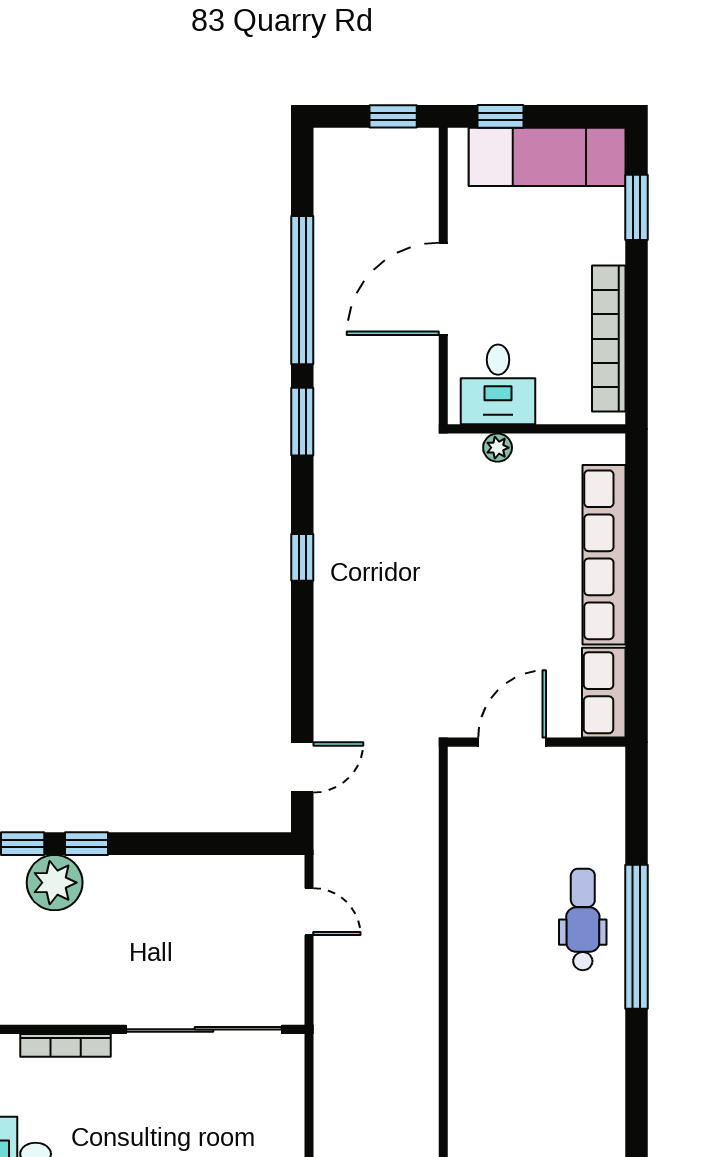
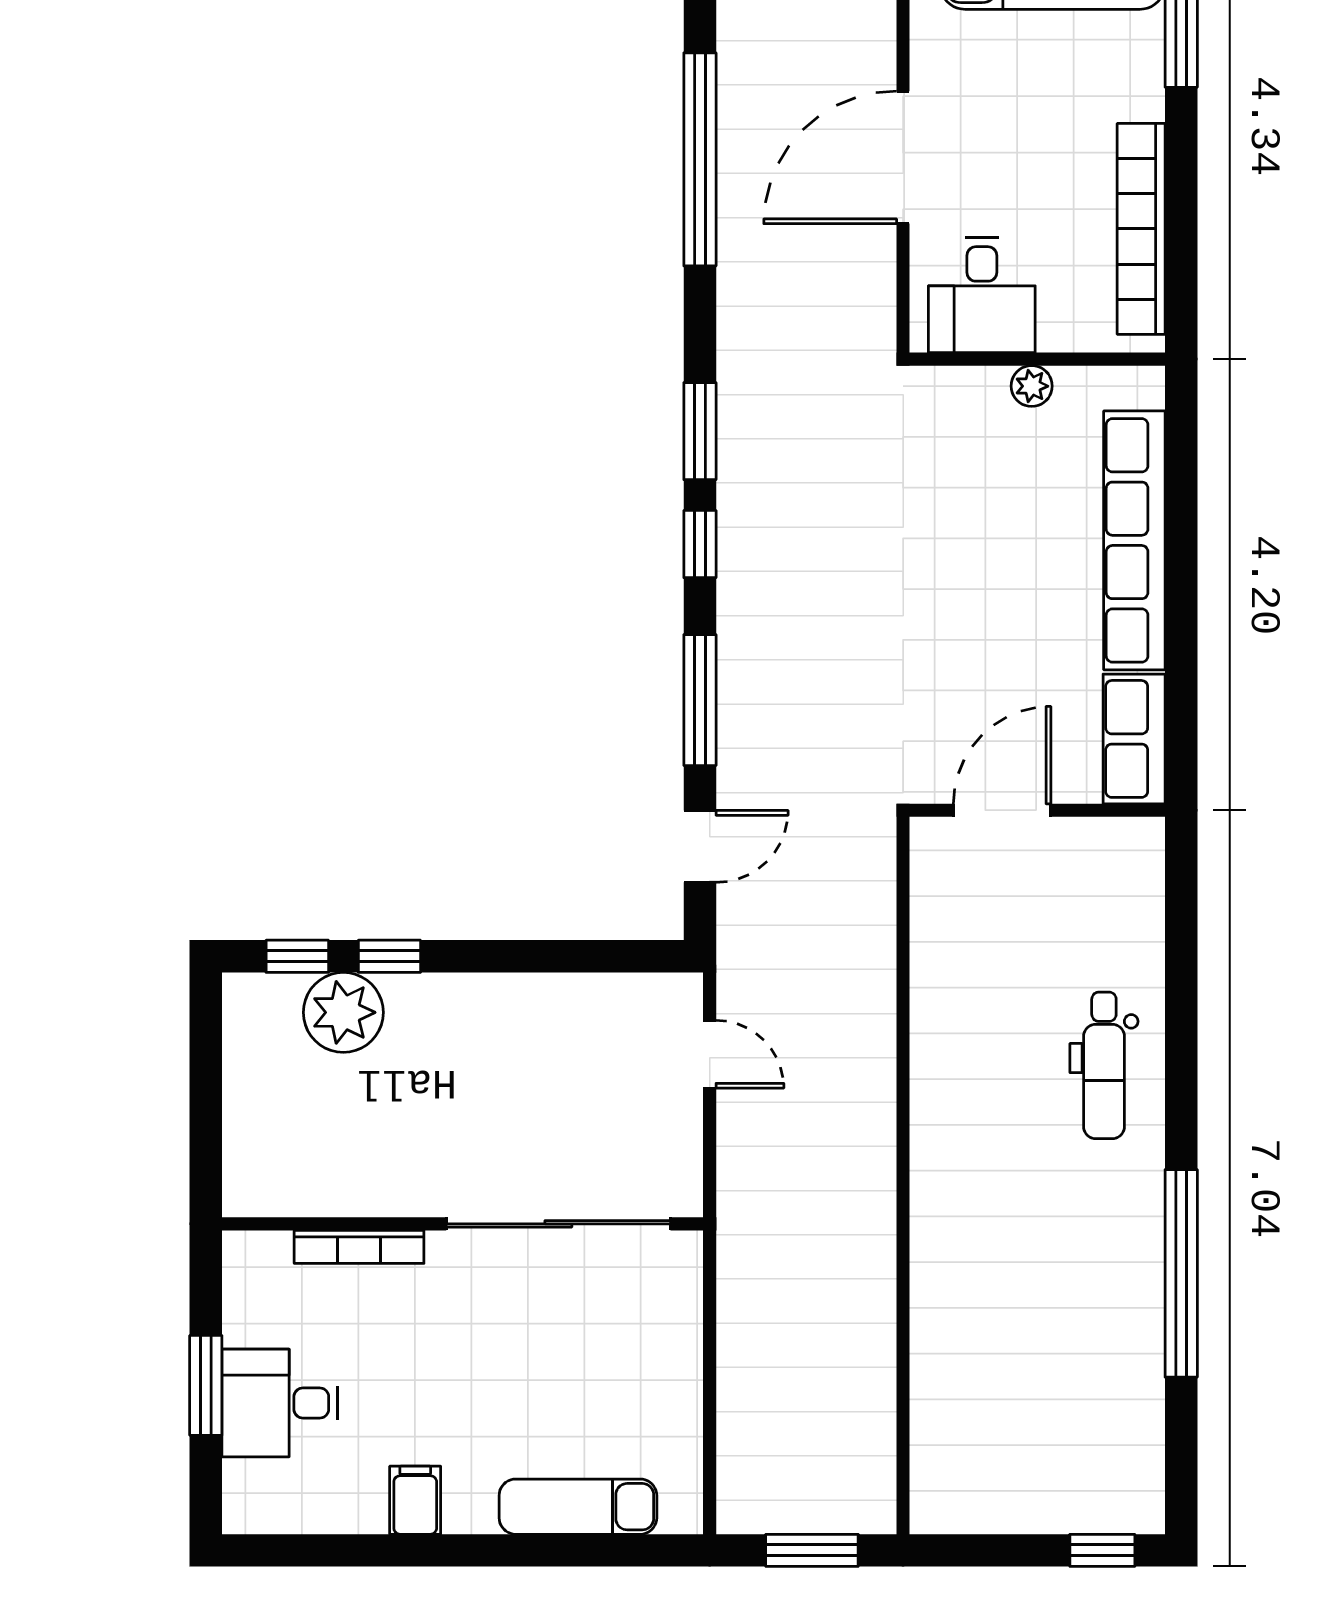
window: (302, 422) -> (700, 431), moved
plant: (498, 448) -> (1032, 386), moved
window: (302, 666) -> (700, 700), added
dental chair: (583, 919) -> (1104, 1065), turned 180
window: (636, 937) -> (1181, 1273), moved

